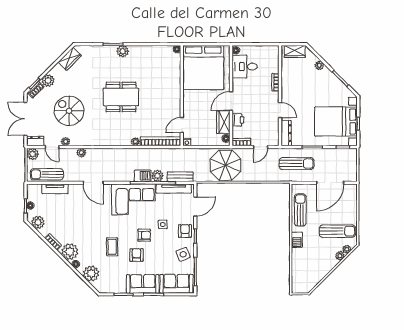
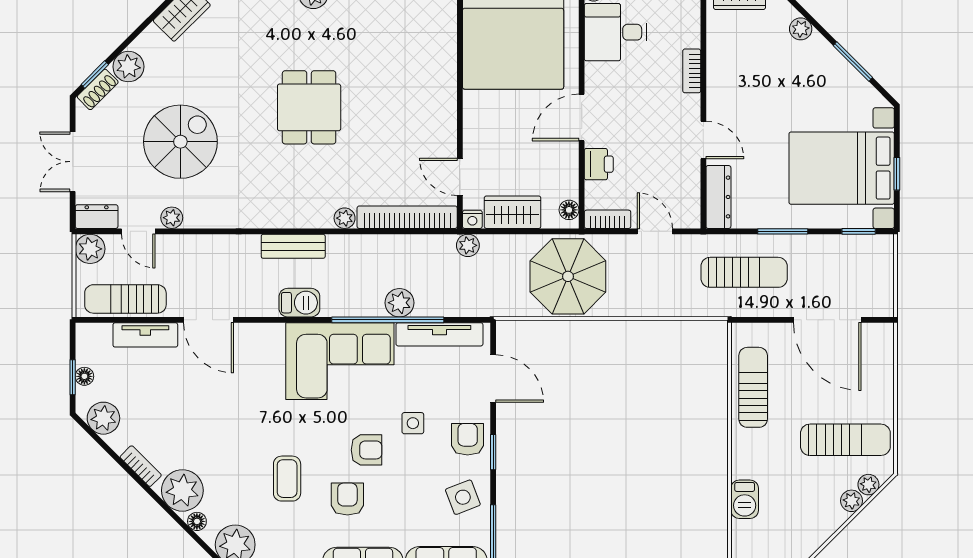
dining table: (121, 97) -> (309, 107), width x0.73
spiral stairs: (69, 111) -> (180, 142), turned 90
double door: (26, 119) -> (73, 162), width x0.73
wardrobe: (223, 122) -> (513, 212), moved, turned 90
door: (182, 125) -> (460, 177), hinge flipped
door: (261, 147) -> (655, 231), swing flipped
plant: (81, 153) -> (468, 245), moved
barbecue: (143, 176) -> (299, 303), moved
bench: (180, 177) -> (293, 246), moved
door: (93, 183) -> (209, 320), moved
door: (330, 183) -> (827, 320), hinge flipped
door: (195, 206) -> (493, 379), hinge flipped
barbecue: (297, 240) -> (745, 499), moved

